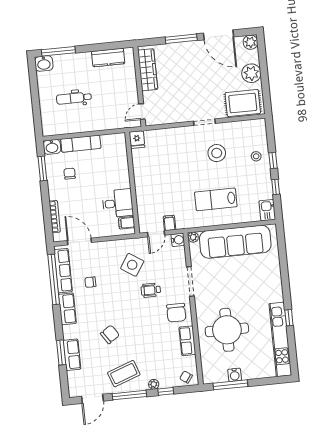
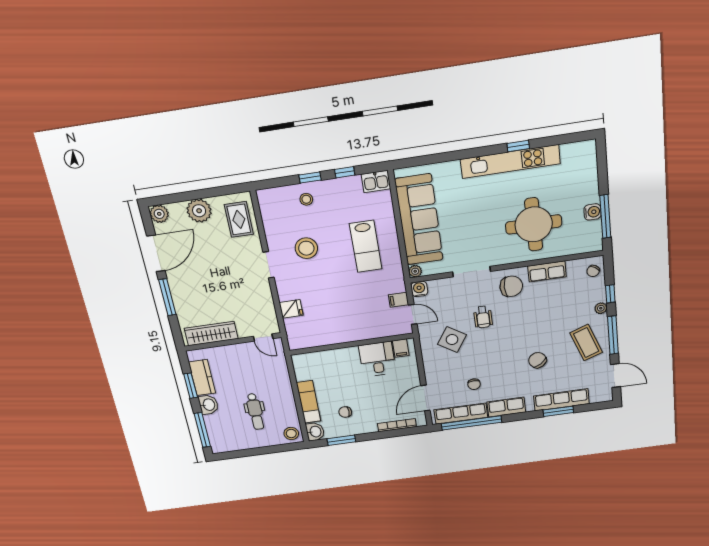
window: (101, 47) -> (191, 386), added
washbasin: (44, 63) -> (208, 405), moved
rug: (243, 103) -> (239, 219), width x0.73, depth x0.70
stool: (51, 126) -> (291, 433), added
fridge: (137, 140) -> (291, 309), moved
kitchen unit: (280, 339) -> (510, 161), moved
row of seats: (72, 355) -> (561, 400), width x1.48

